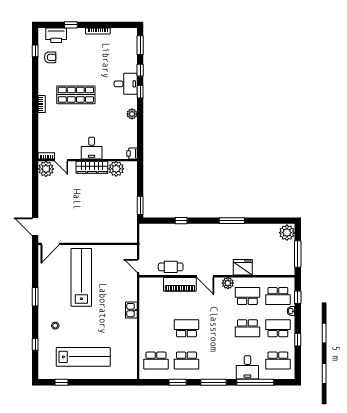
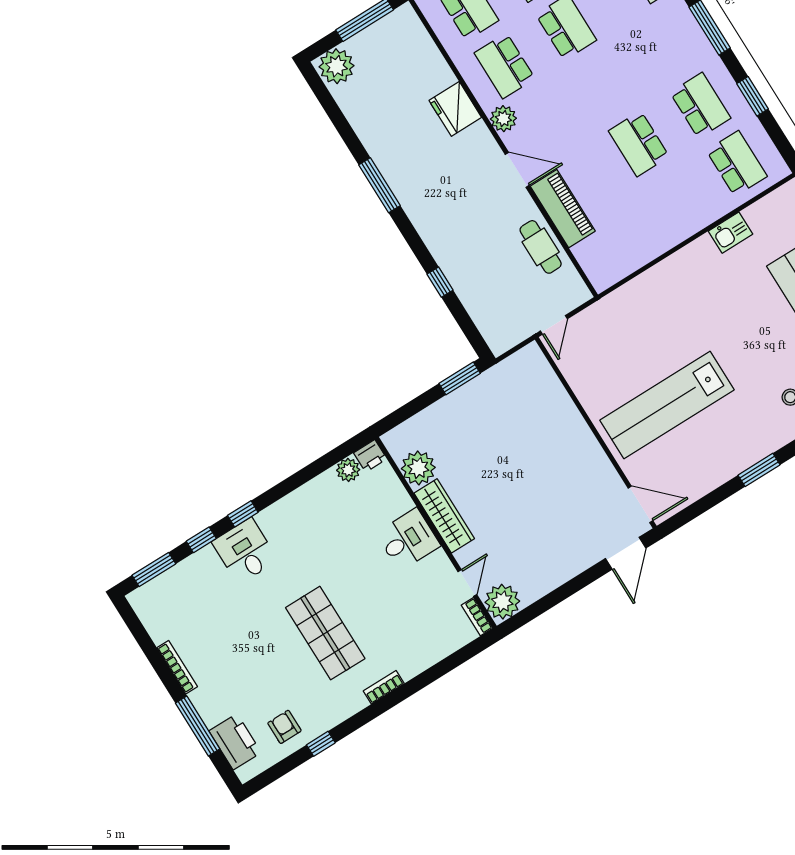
window: (71, 25) -> (198, 726), width x2.17
window: (35, 51) -> (321, 744), moved
plant: (132, 114) -> (348, 470), moved
door: (138, 266) -> (554, 325), moved
door: (205, 276) -> (517, 170), hinge flipped
kitchen sink: (131, 310) -> (731, 233), moved

